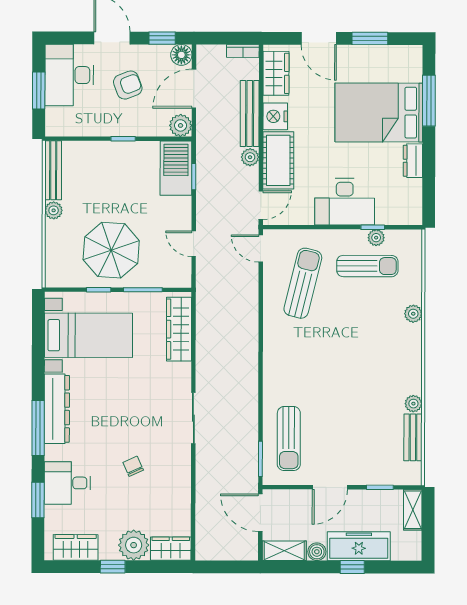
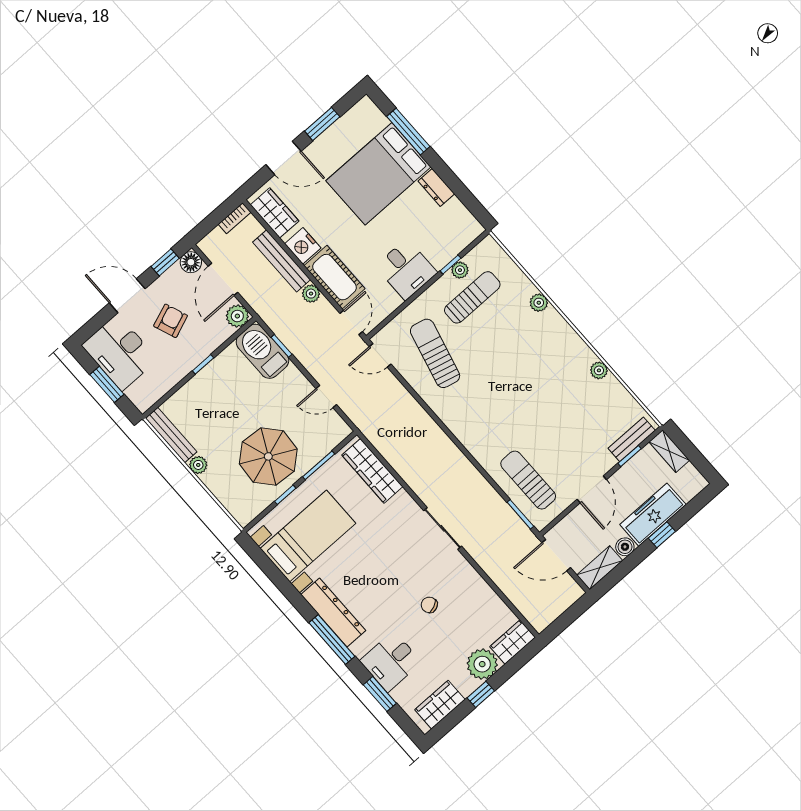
desk: (345, 202) -> (406, 269), width x0.73
bench: (413, 437) -> (632, 439), moved, turned 90
sun lounger: (289, 439) -> (528, 480), turned 180

